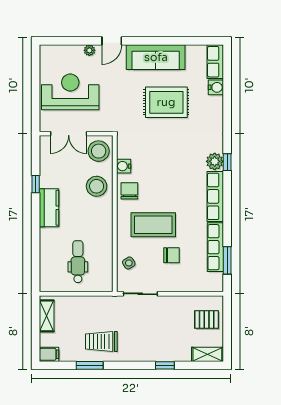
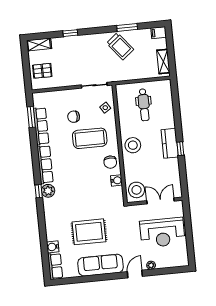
window: (36, 184) -> (180, 149), moved
stool: (97, 186) -> (133, 145), moved
trolley: (101, 342) -> (120, 46), turned 51

